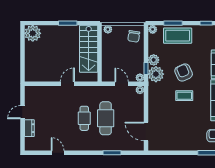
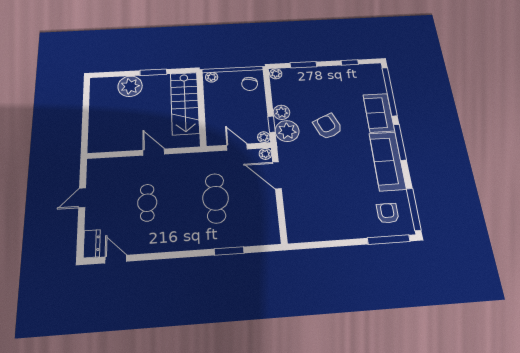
plant: (33, 33) -> (130, 86), moved
coffee table: (178, 36) -> (312, 80), removed
door: (67, 84) -> (154, 152), hinge flipped
coffee table: (184, 96) -> (333, 158), removed
cafe table: (84, 118) -> (147, 203), moved
dresser: (29, 128) -> (92, 244), moved
door: (146, 132) -> (277, 175), moved
door: (58, 153) -> (116, 259), moved

